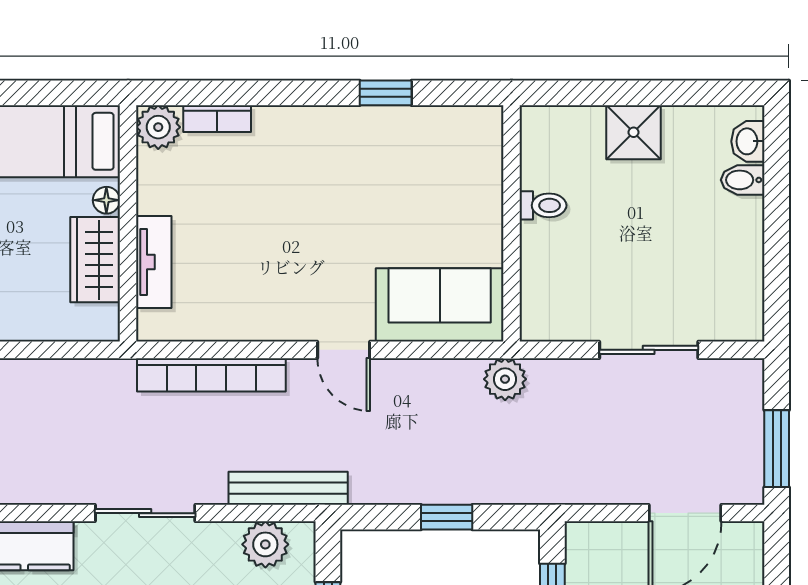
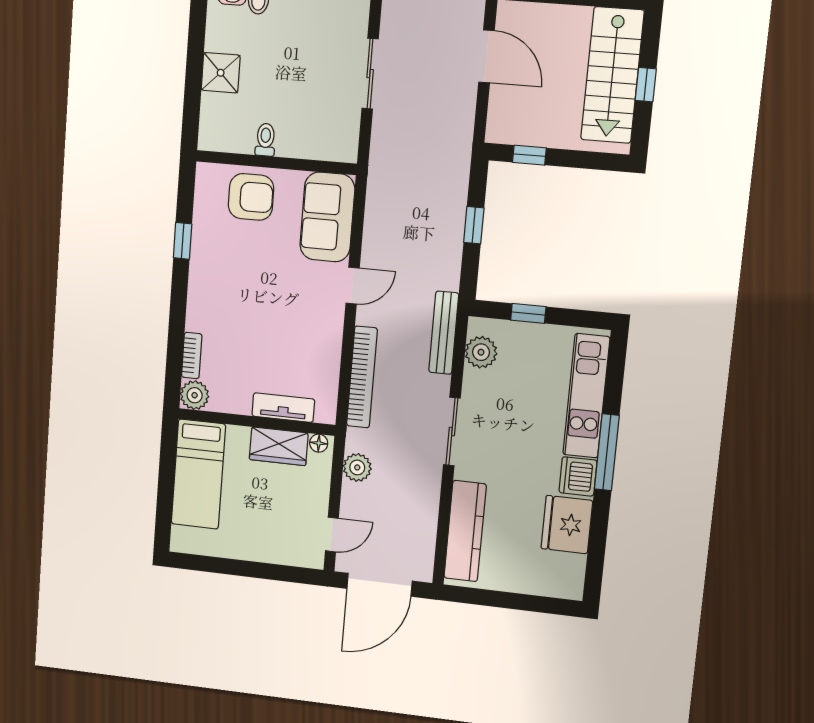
armchair: (459, 190) -> (251, 197), added
floor lamp: (106, 200) -> (319, 443), moved
plant: (505, 379) -> (357, 467), moved

